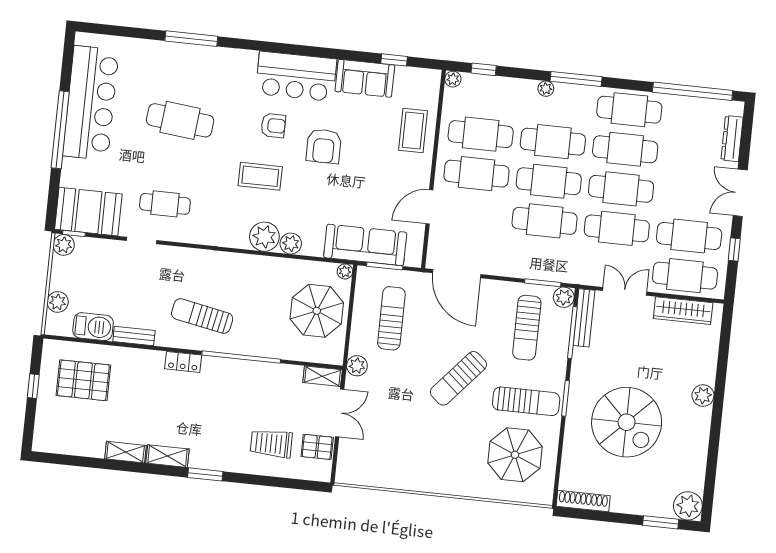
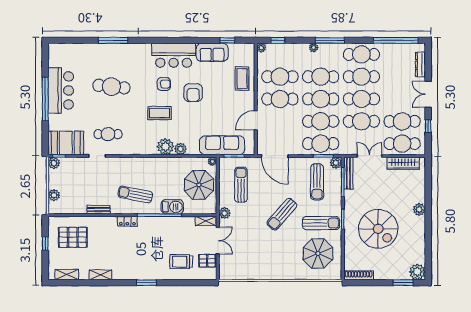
bar counter: (91, 103) -> (61, 90), width x0.73
cafe table: (540, 260) -> (321, 144), added
barbecue: (93, 327) -> (172, 207), moved
shelving: (167, 456) -> (67, 275), moved

